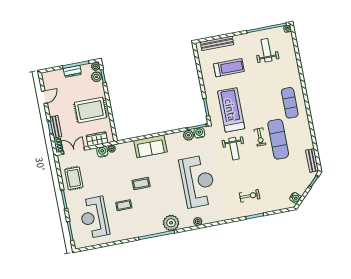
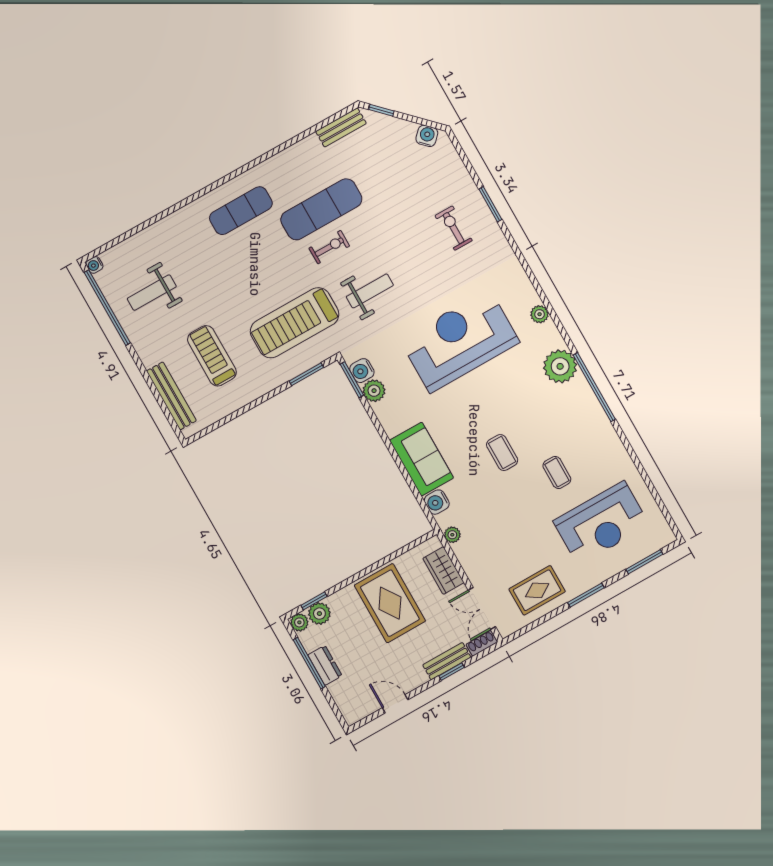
water cooler: (102, 152) -> (437, 502), moved

